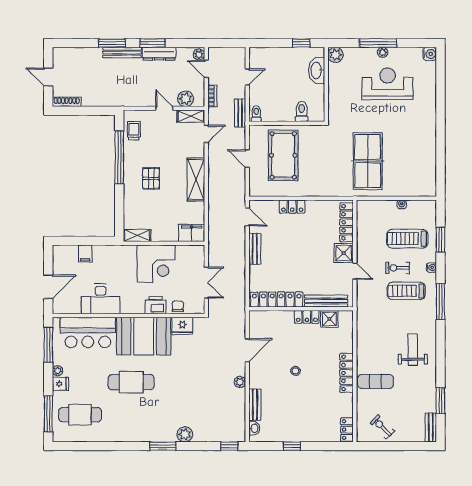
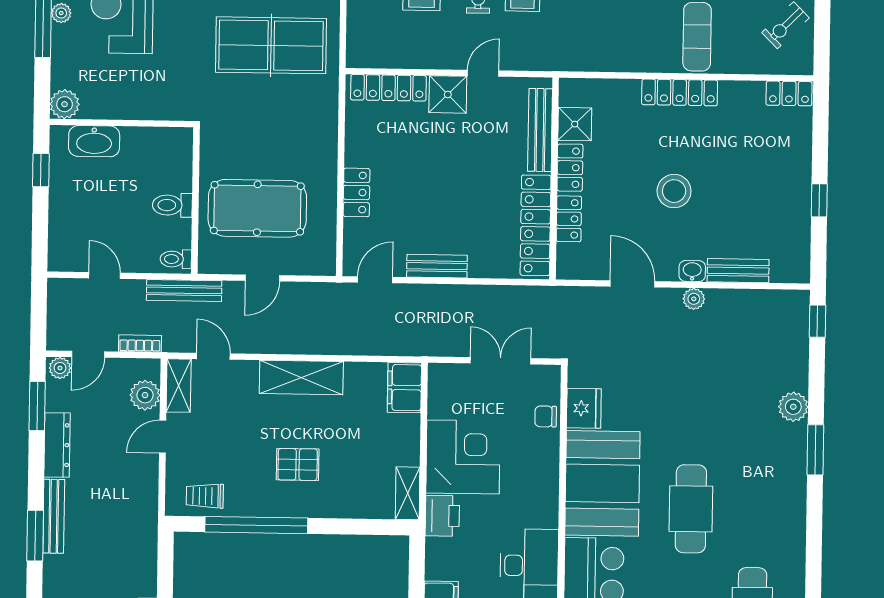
window: (153, 43) -> (37, 406), moved
toilet: (302, 111) -> (172, 205), moved
bench: (240, 113) -> (184, 290), width x1.36
printer: (156, 305) -> (442, 516), moved, turned 180
locker: (280, 317) -> (569, 219), added
stool: (295, 371) -> (674, 191), width x1.89, depth x1.89
washbasin: (254, 428) -> (692, 271), moved

